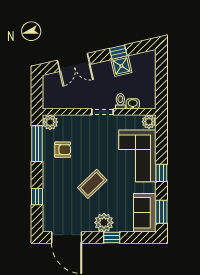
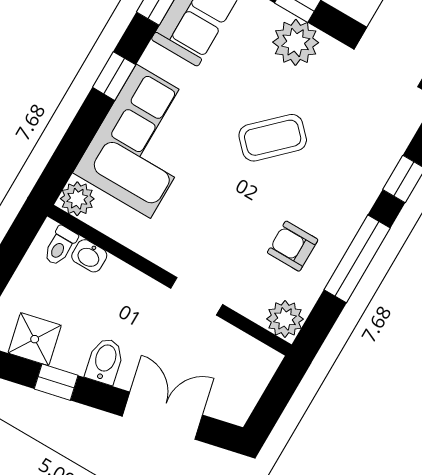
shower: (121, 66) -> (35, 339), moved
bidet: (105, 70) -> (105, 361), added
toilet: (120, 101) -> (60, 246), moved
doorway: (103, 112) -> (197, 296), moved
window: (37, 144) -> (357, 259), moved

